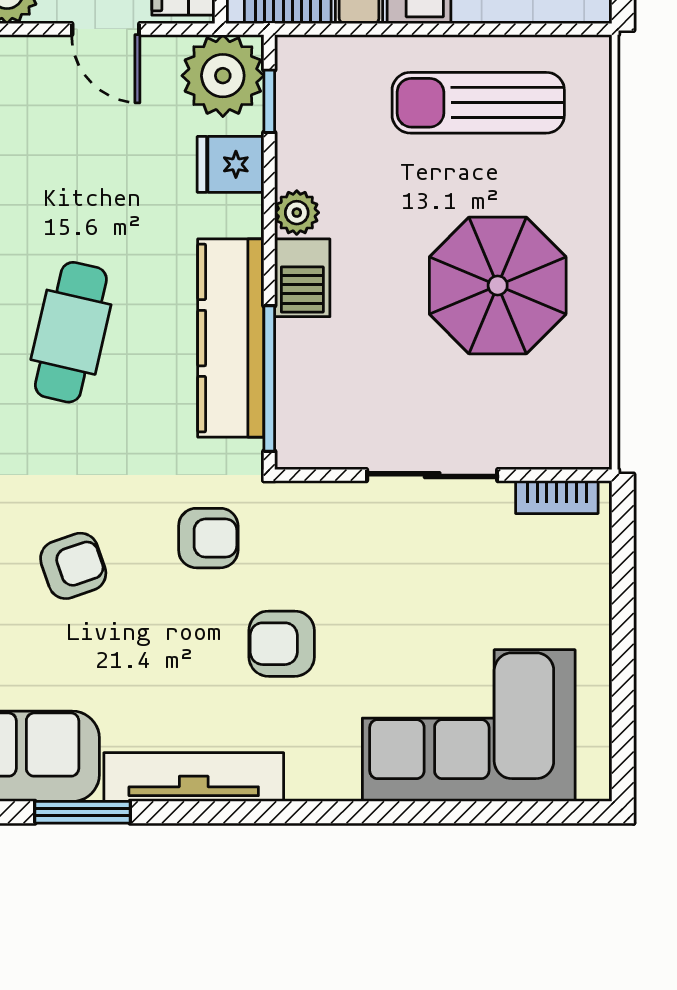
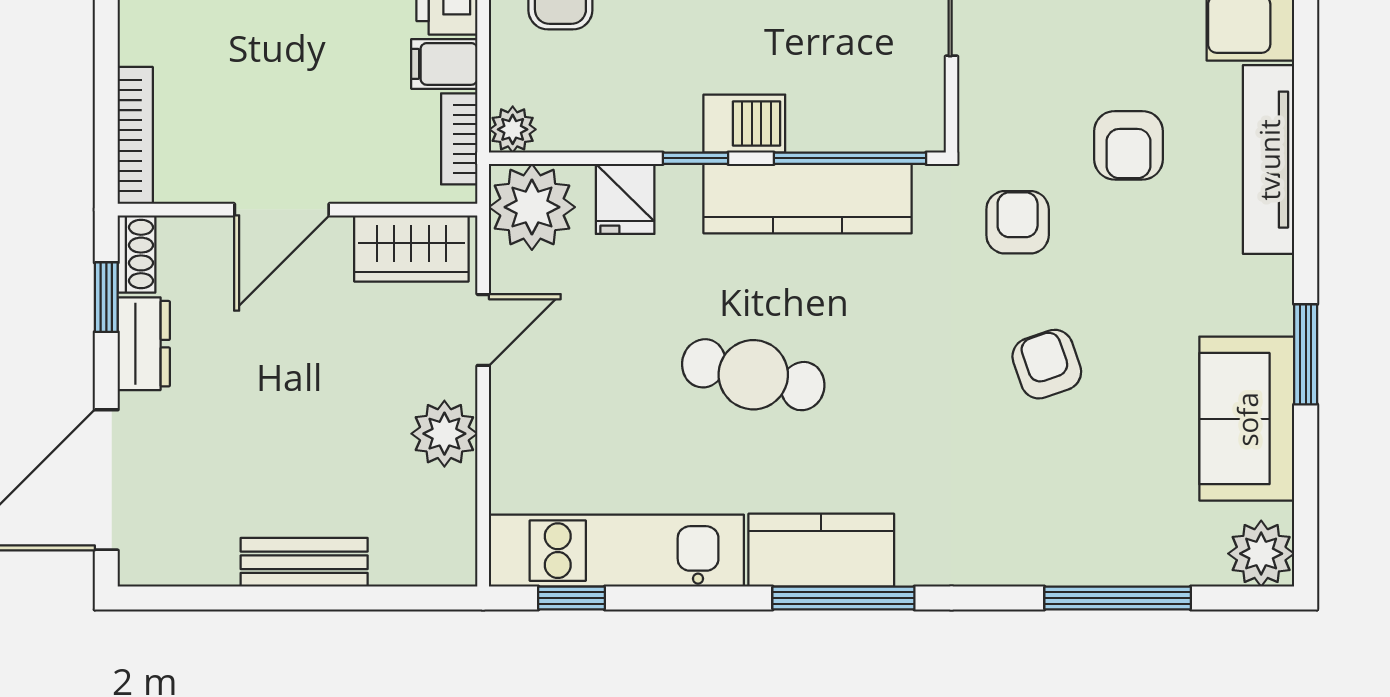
window: (269, 101) -> (695, 158), moved
plant: (297, 213) -> (513, 129), moved
cafe table: (71, 332) -> (753, 375), moved
tv unit: (194, 777) -> (1269, 160), moved

